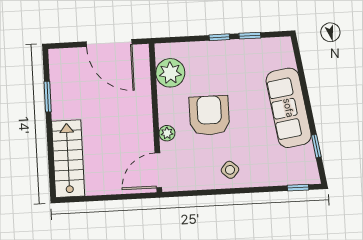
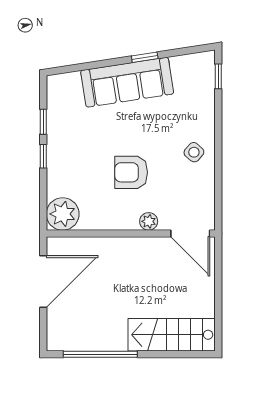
plant: (170, 73) -> (63, 214), moved
window: (48, 97) -> (100, 354), width x2.11
armchair: (209, 115) -> (131, 172), width x0.73, depth x0.73
window: (316, 146) -> (145, 57), moved

